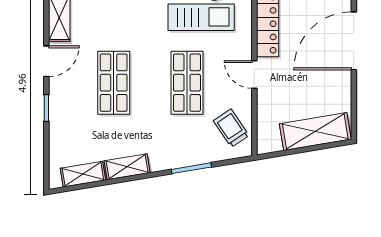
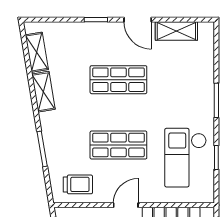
trolley: (231, 128) -> (78, 184), turned 34

